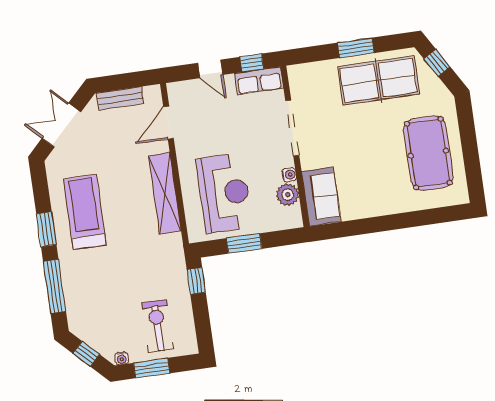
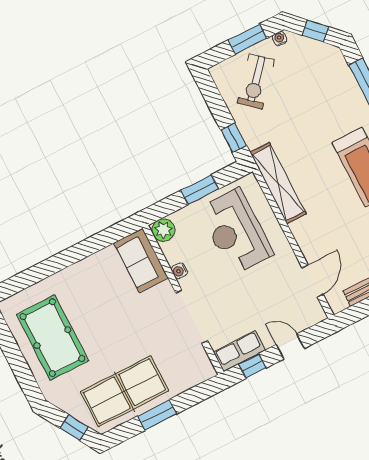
shelving: (165, 193) -> (278, 183), moved
plant: (288, 195) -> (163, 230), moved
exercise bike: (158, 326) -> (256, 81), turned 41

